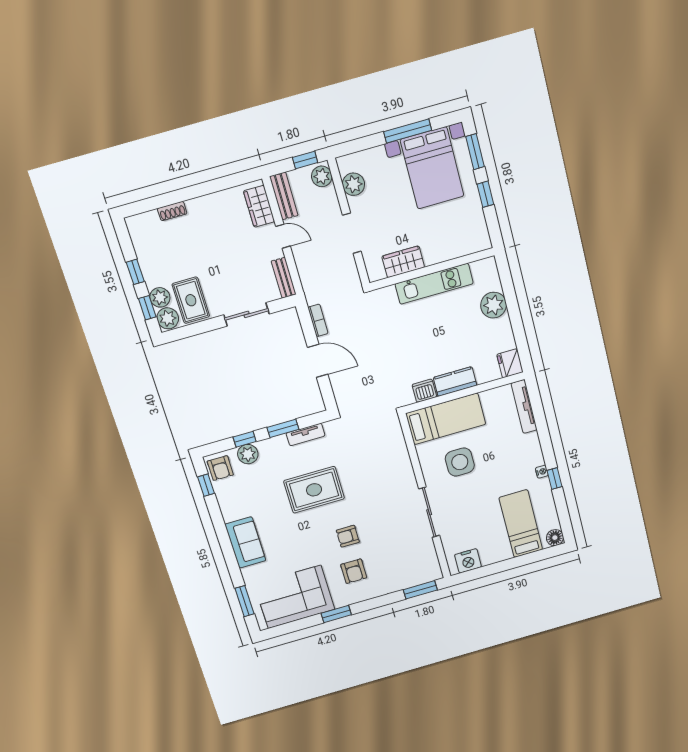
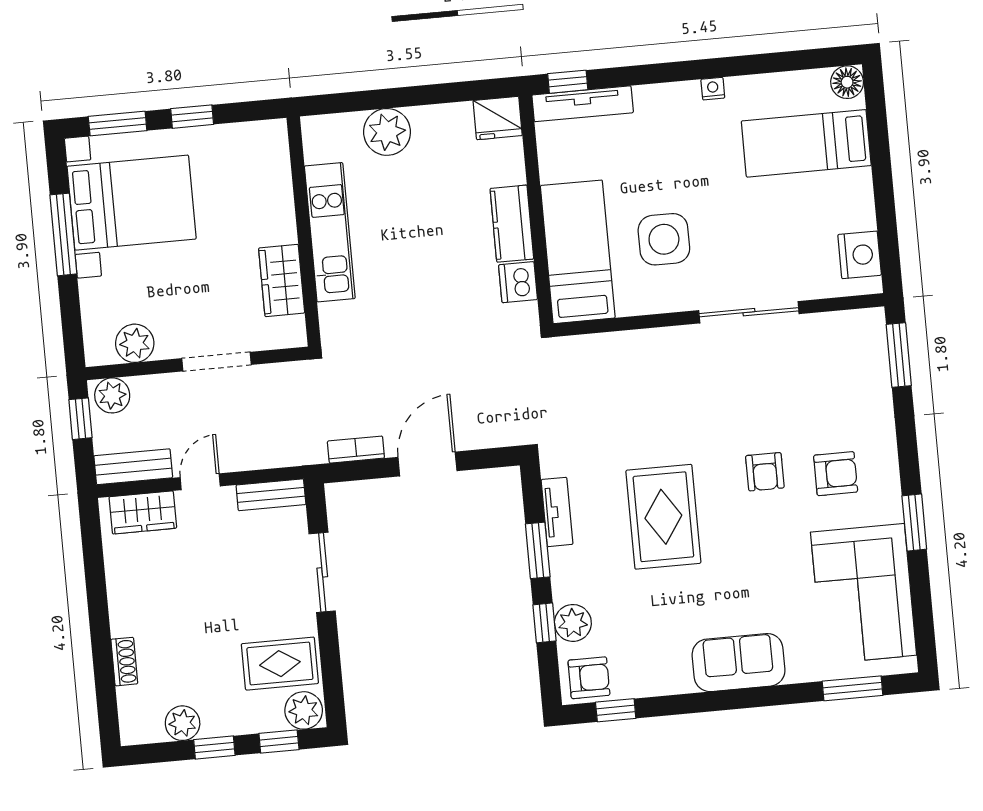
plant: (160, 297) -> (183, 723), moved
window: (555, 478) -> (568, 82), moved

